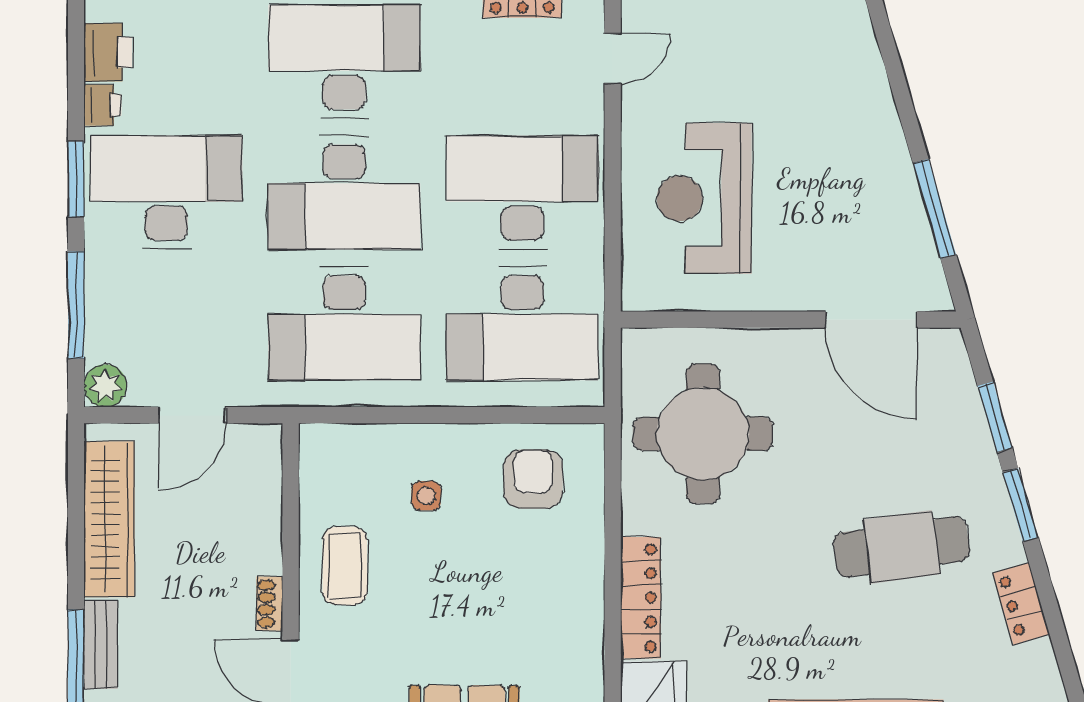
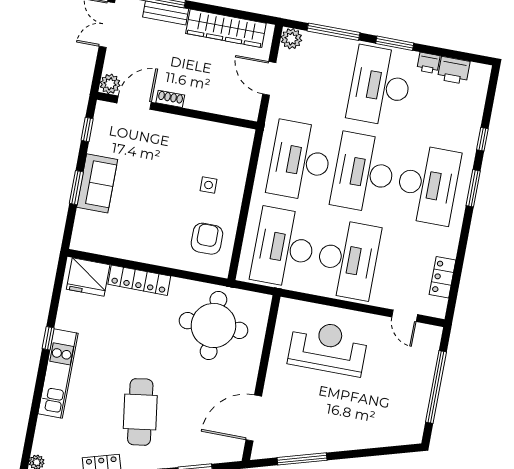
desk: (166, 192) -> (380, 86), turned 180
armchair: (533, 479) -> (207, 239), turned -90
coffee table: (345, 566) -> (182, 139), removed

